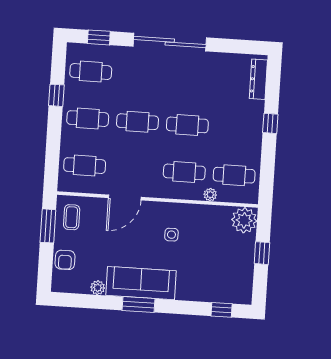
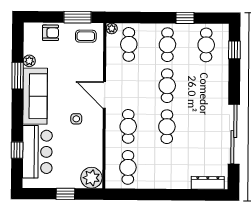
sliding door: (170, 42) -> (234, 134), moved
window: (270, 123) -> (172, 195), removed
plant: (210, 195) -> (112, 28), moved
door: (125, 197) -> (104, 95), moved
armchair: (65, 260) -> (51, 33), turned 180
bar counter: (209, 284) -> (37, 152), added
window: (139, 304) -> (18, 76), moved
window: (222, 310) -> (17, 150), moved

